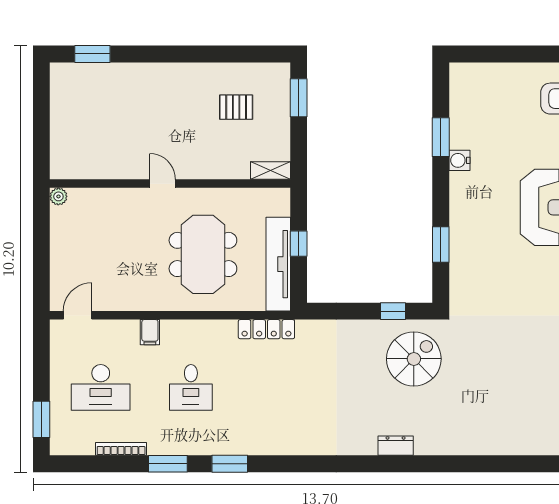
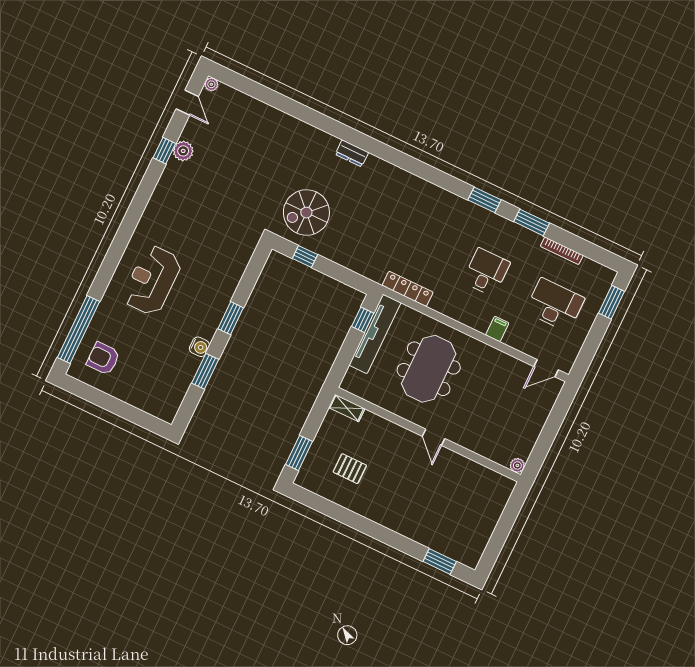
window: (299, 244) -> (363, 320), moved
window: (441, 244) -> (231, 318), moved

